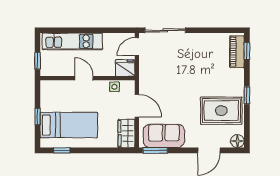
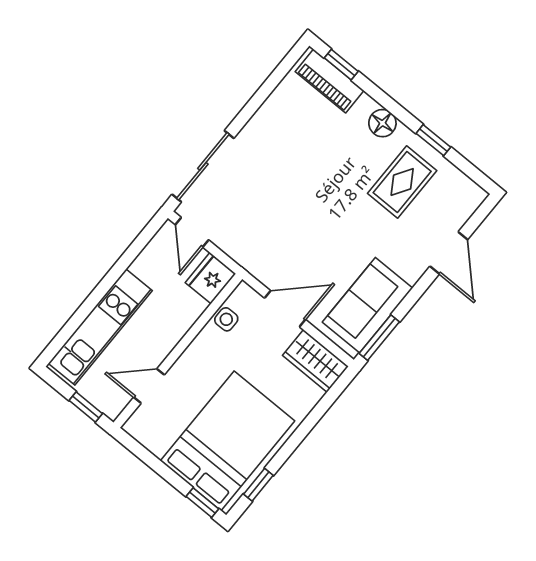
door: (84, 78) -> (149, 386), moved
window: (247, 95) -> (433, 140), moved
rug: (221, 111) -> (402, 182), width x0.73, depth x0.70
window: (38, 117) -> (202, 503), moved
bed: (69, 125) -> (227, 441), width x1.50
floor lamp: (237, 141) -> (382, 123), moved

